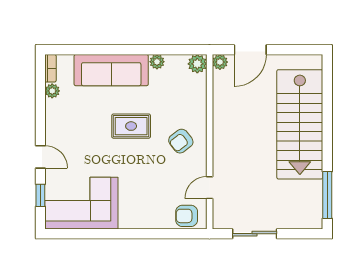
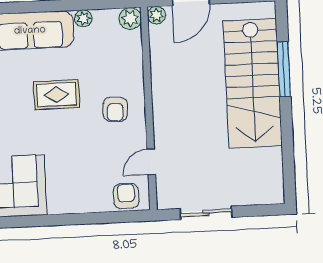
armchair: (181, 141) -> (115, 109), turned -47
window: (327, 195) -> (284, 69), moved
armchair: (187, 216) -> (126, 196), turned 90

